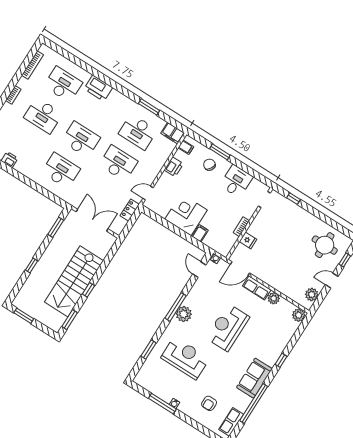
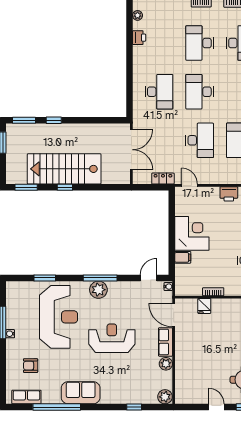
desk: (81, 139) -> (200, 92), turned 180
window: (56, 227) -> (24, 120), moved
plant: (312, 295) -> (192, 397), removed
reception desk: (185, 358) -> (59, 317), width x1.36, depth x1.30
window: (281, 360) -> (134, 407), moved

